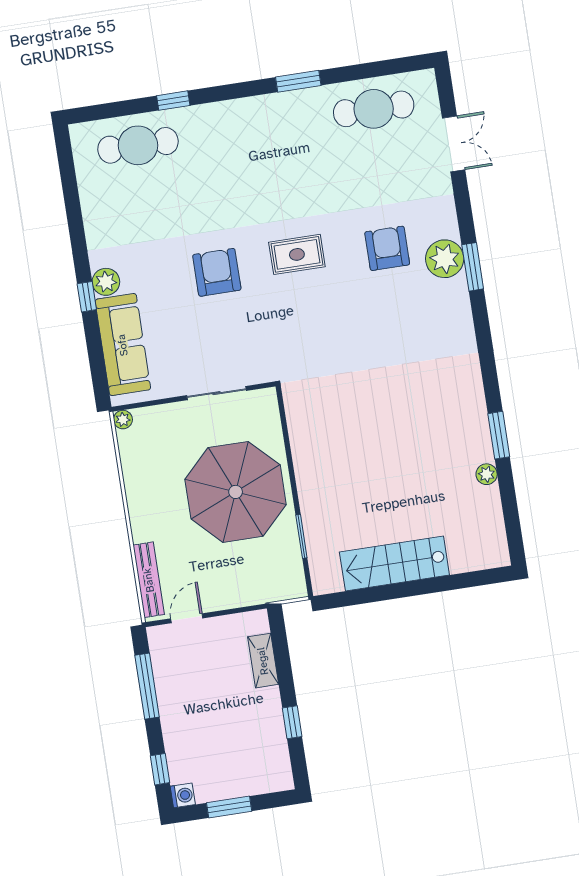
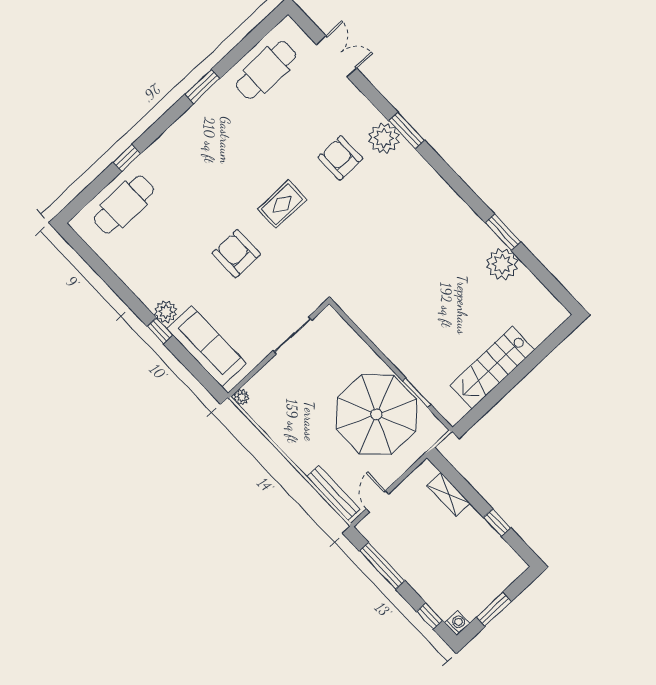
plant: (487, 474) -> (502, 264), width x1.87, depth x1.87
parasol: (236, 492) -> (376, 414), moved

